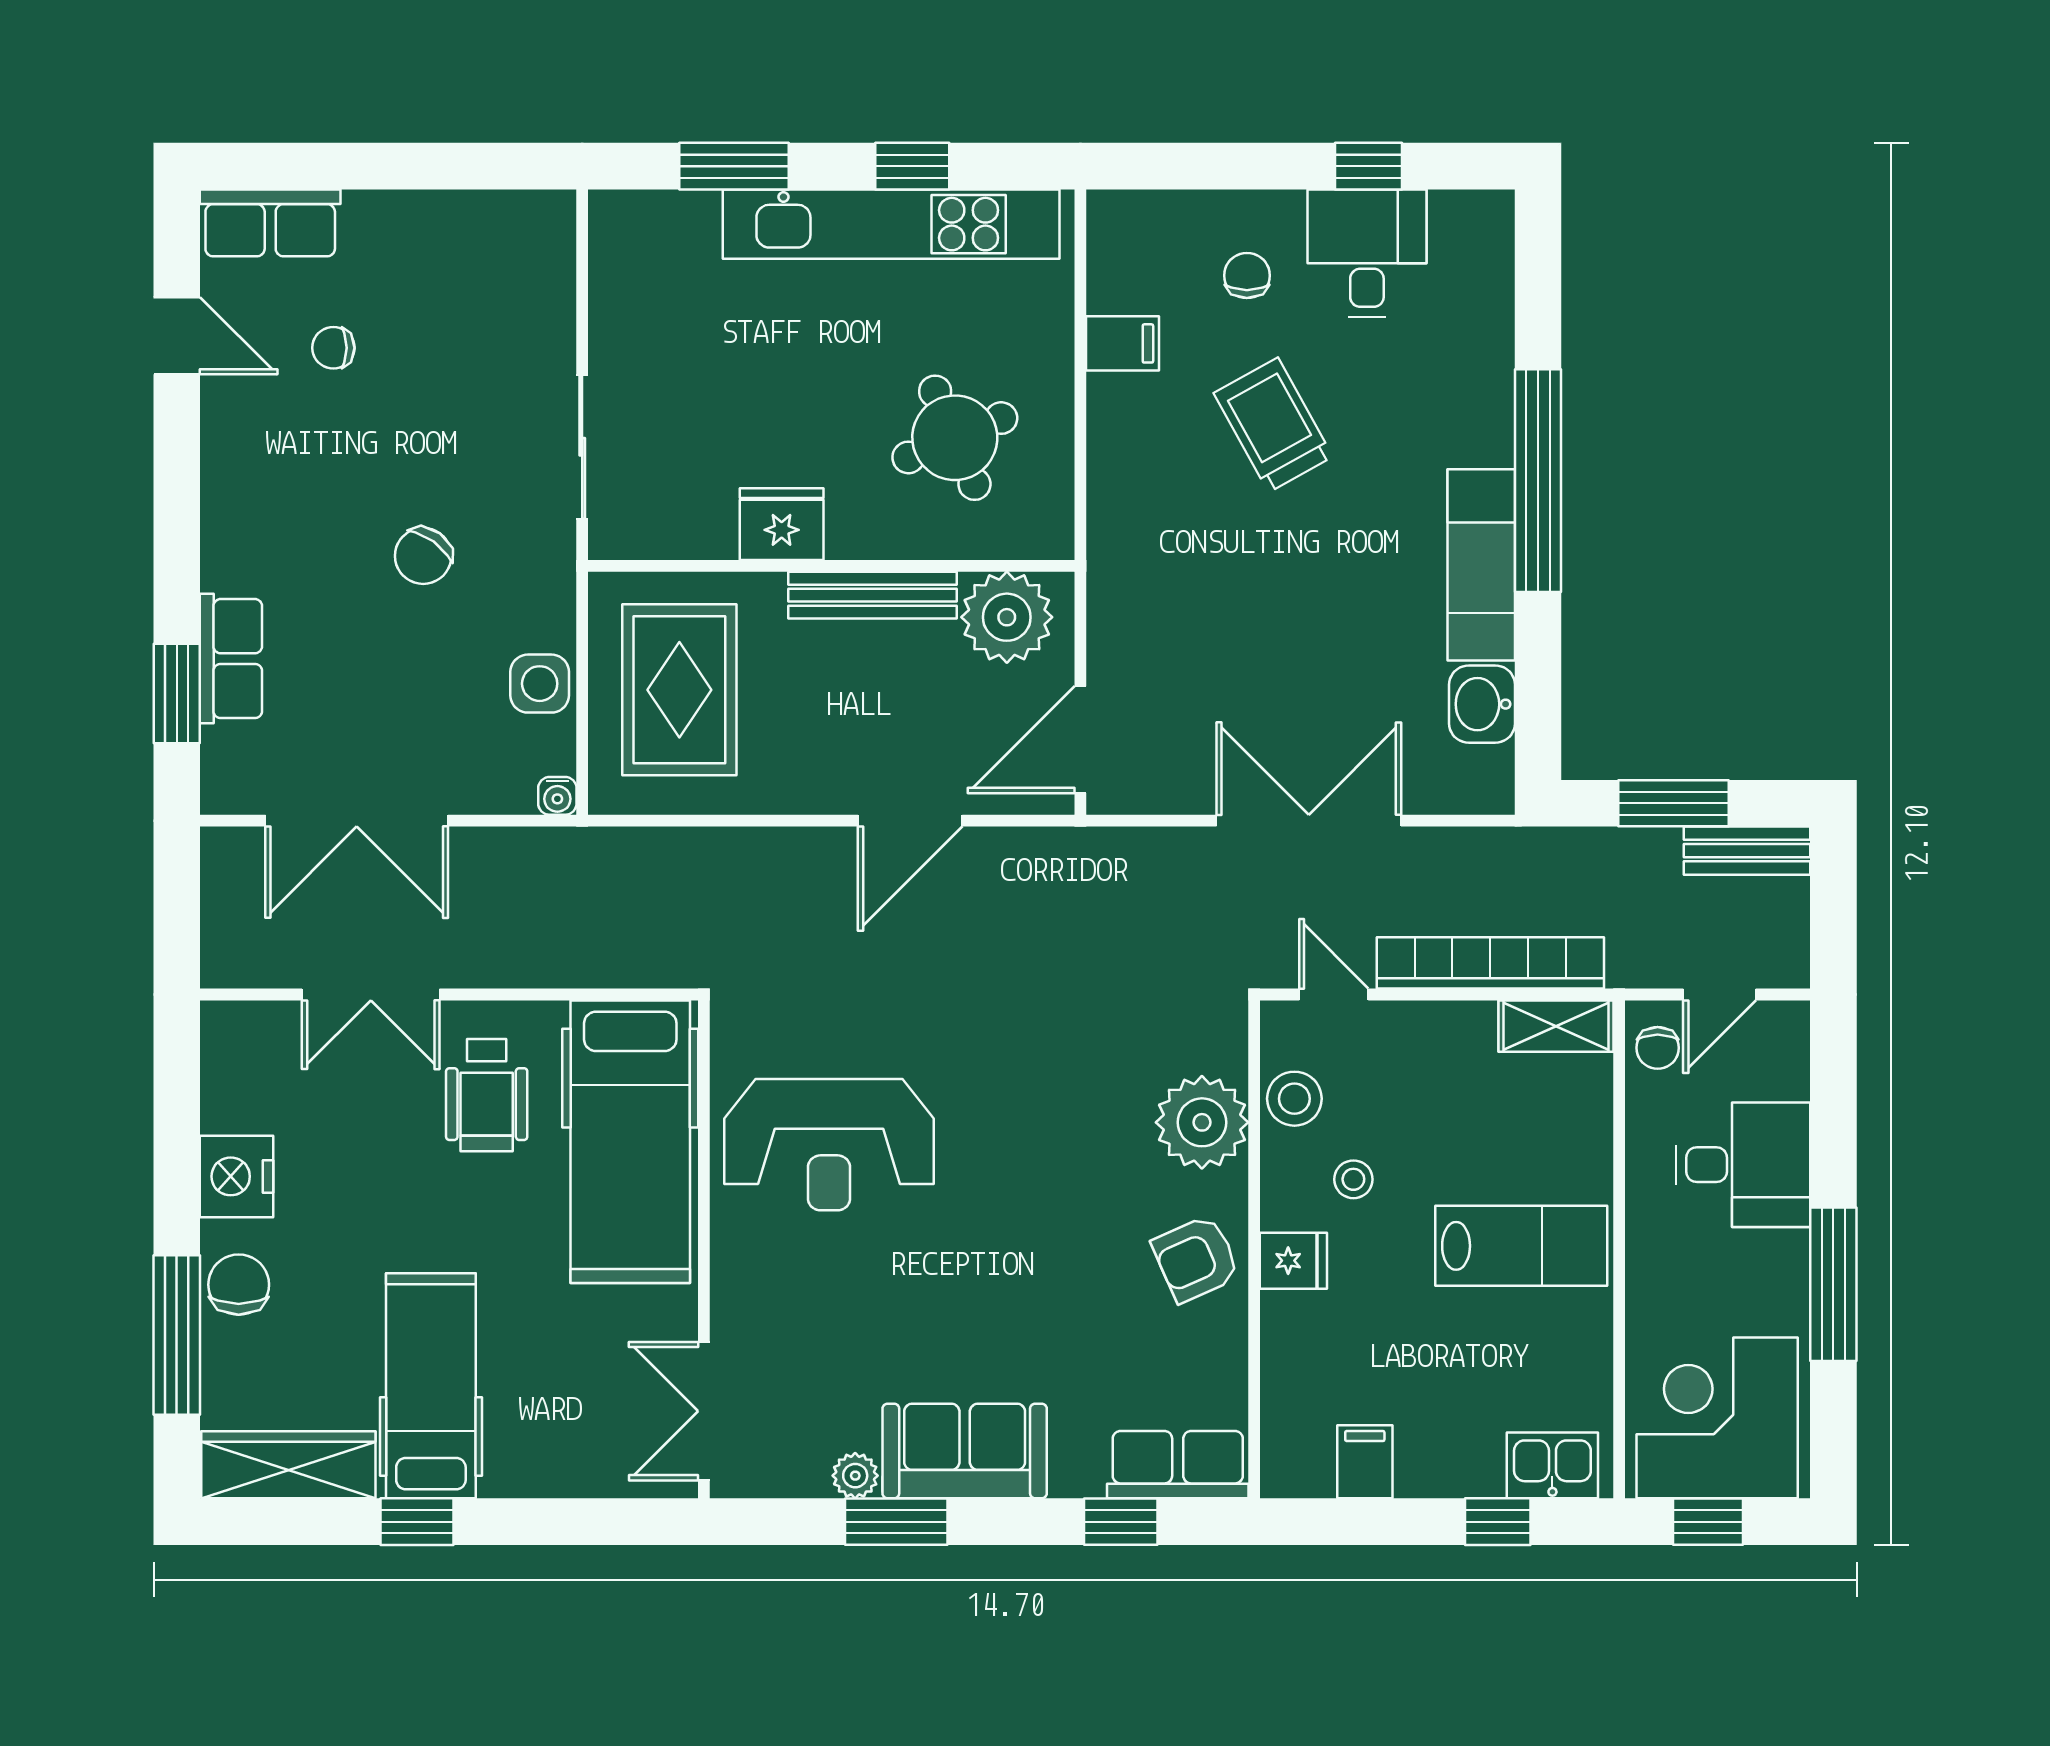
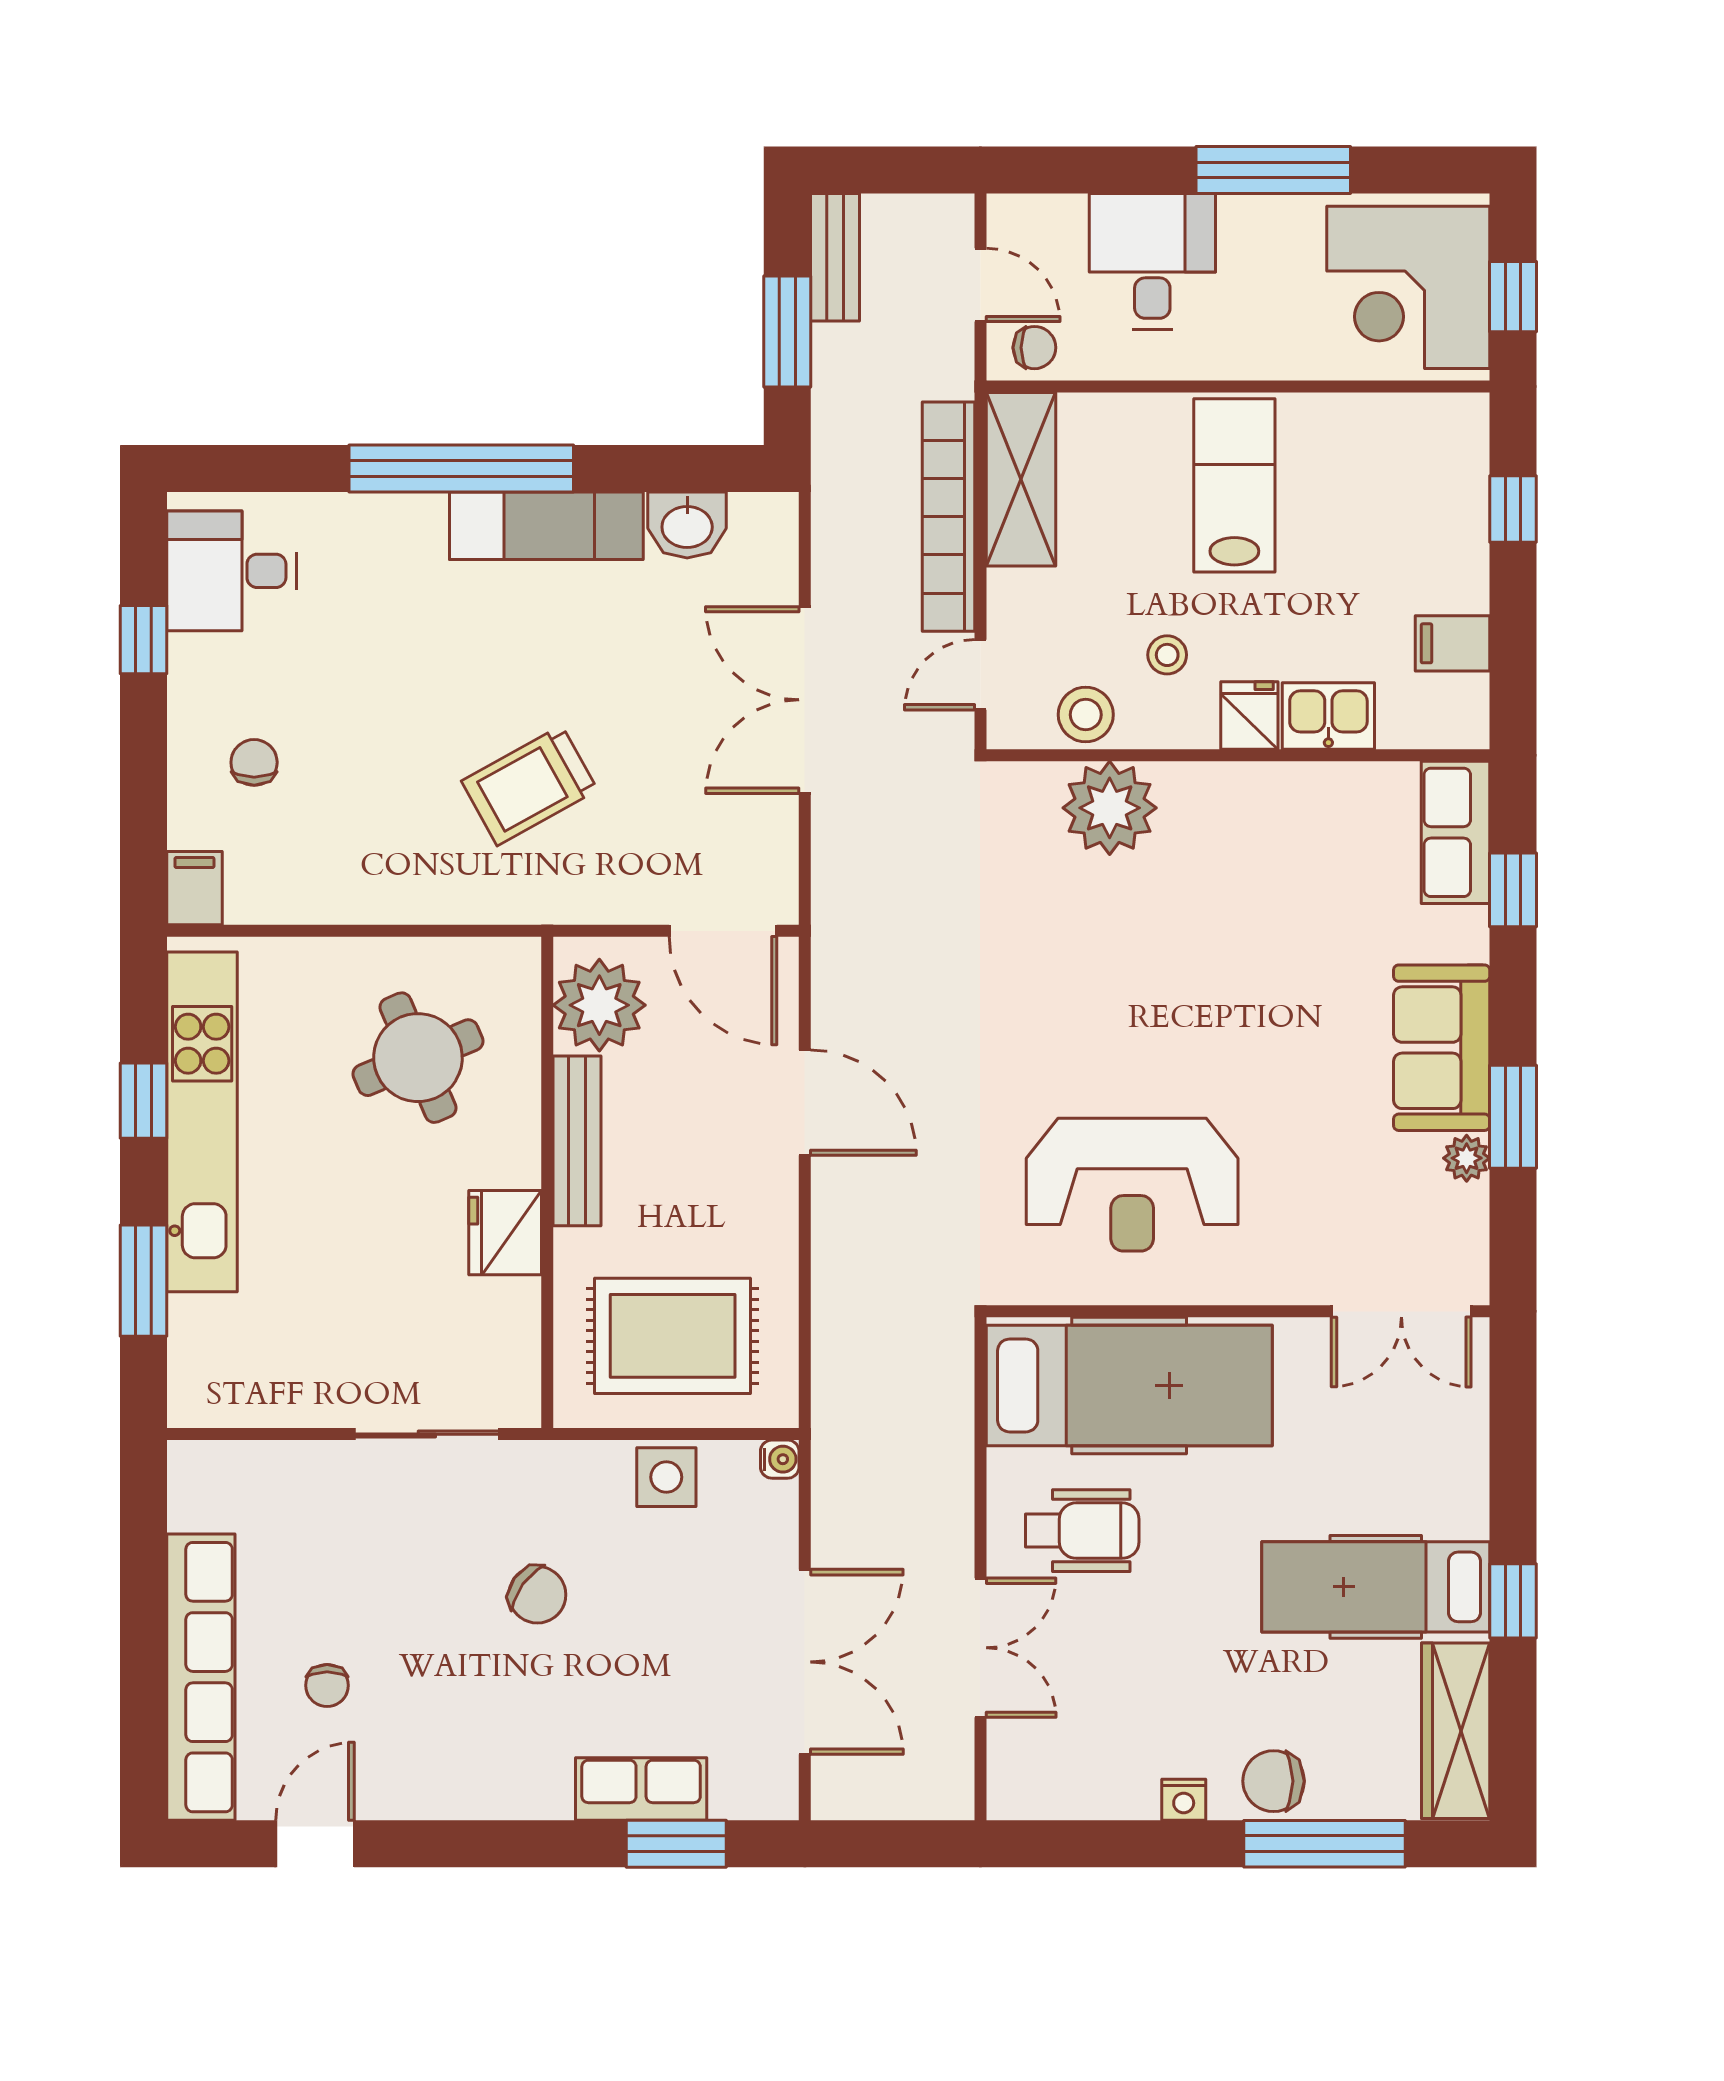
row of seats: (270, 223) -> (201, 1677), width x2.02
desk: (1367, 253) -> (232, 571), moved
chair: (1247, 276) -> (254, 762), turned 90
filing cabinet: (1122, 343) -> (194, 888), moved
trolley: (1273, 425) -> (530, 786), moved
shelving: (1556, 1026) -> (1021, 479), width x1.50, depth x1.33
reception desk: (829, 1145) -> (1132, 1185), turned 90
nightstand: (237, 1176) -> (1184, 1800), width x0.53, depth x0.56
armchair: (1196, 1259) -> (1247, 814), removed
kitchen sink: (1552, 1465) -> (1328, 716), moved, turned 90

